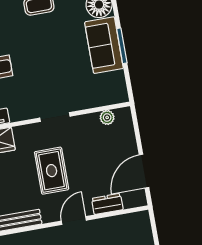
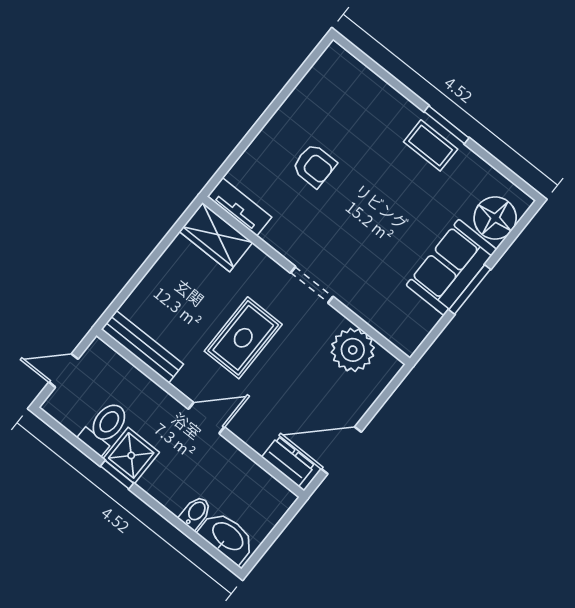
plant: (107, 117) -> (353, 350), width x1.87, depth x1.87
dresser: (107, 204) -> (288, 461), moved

